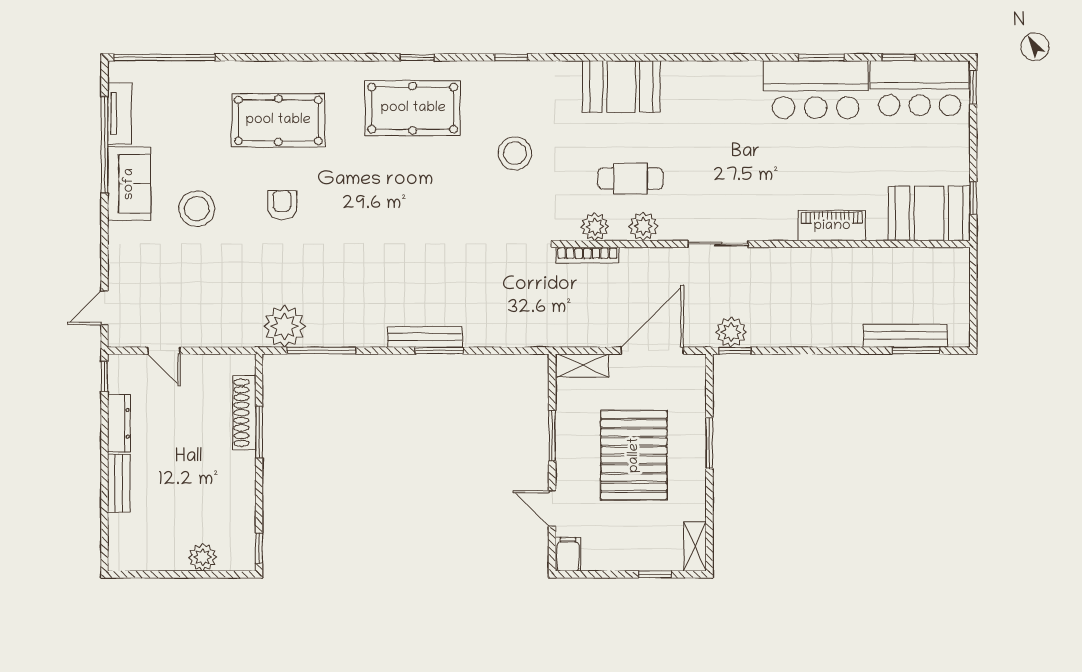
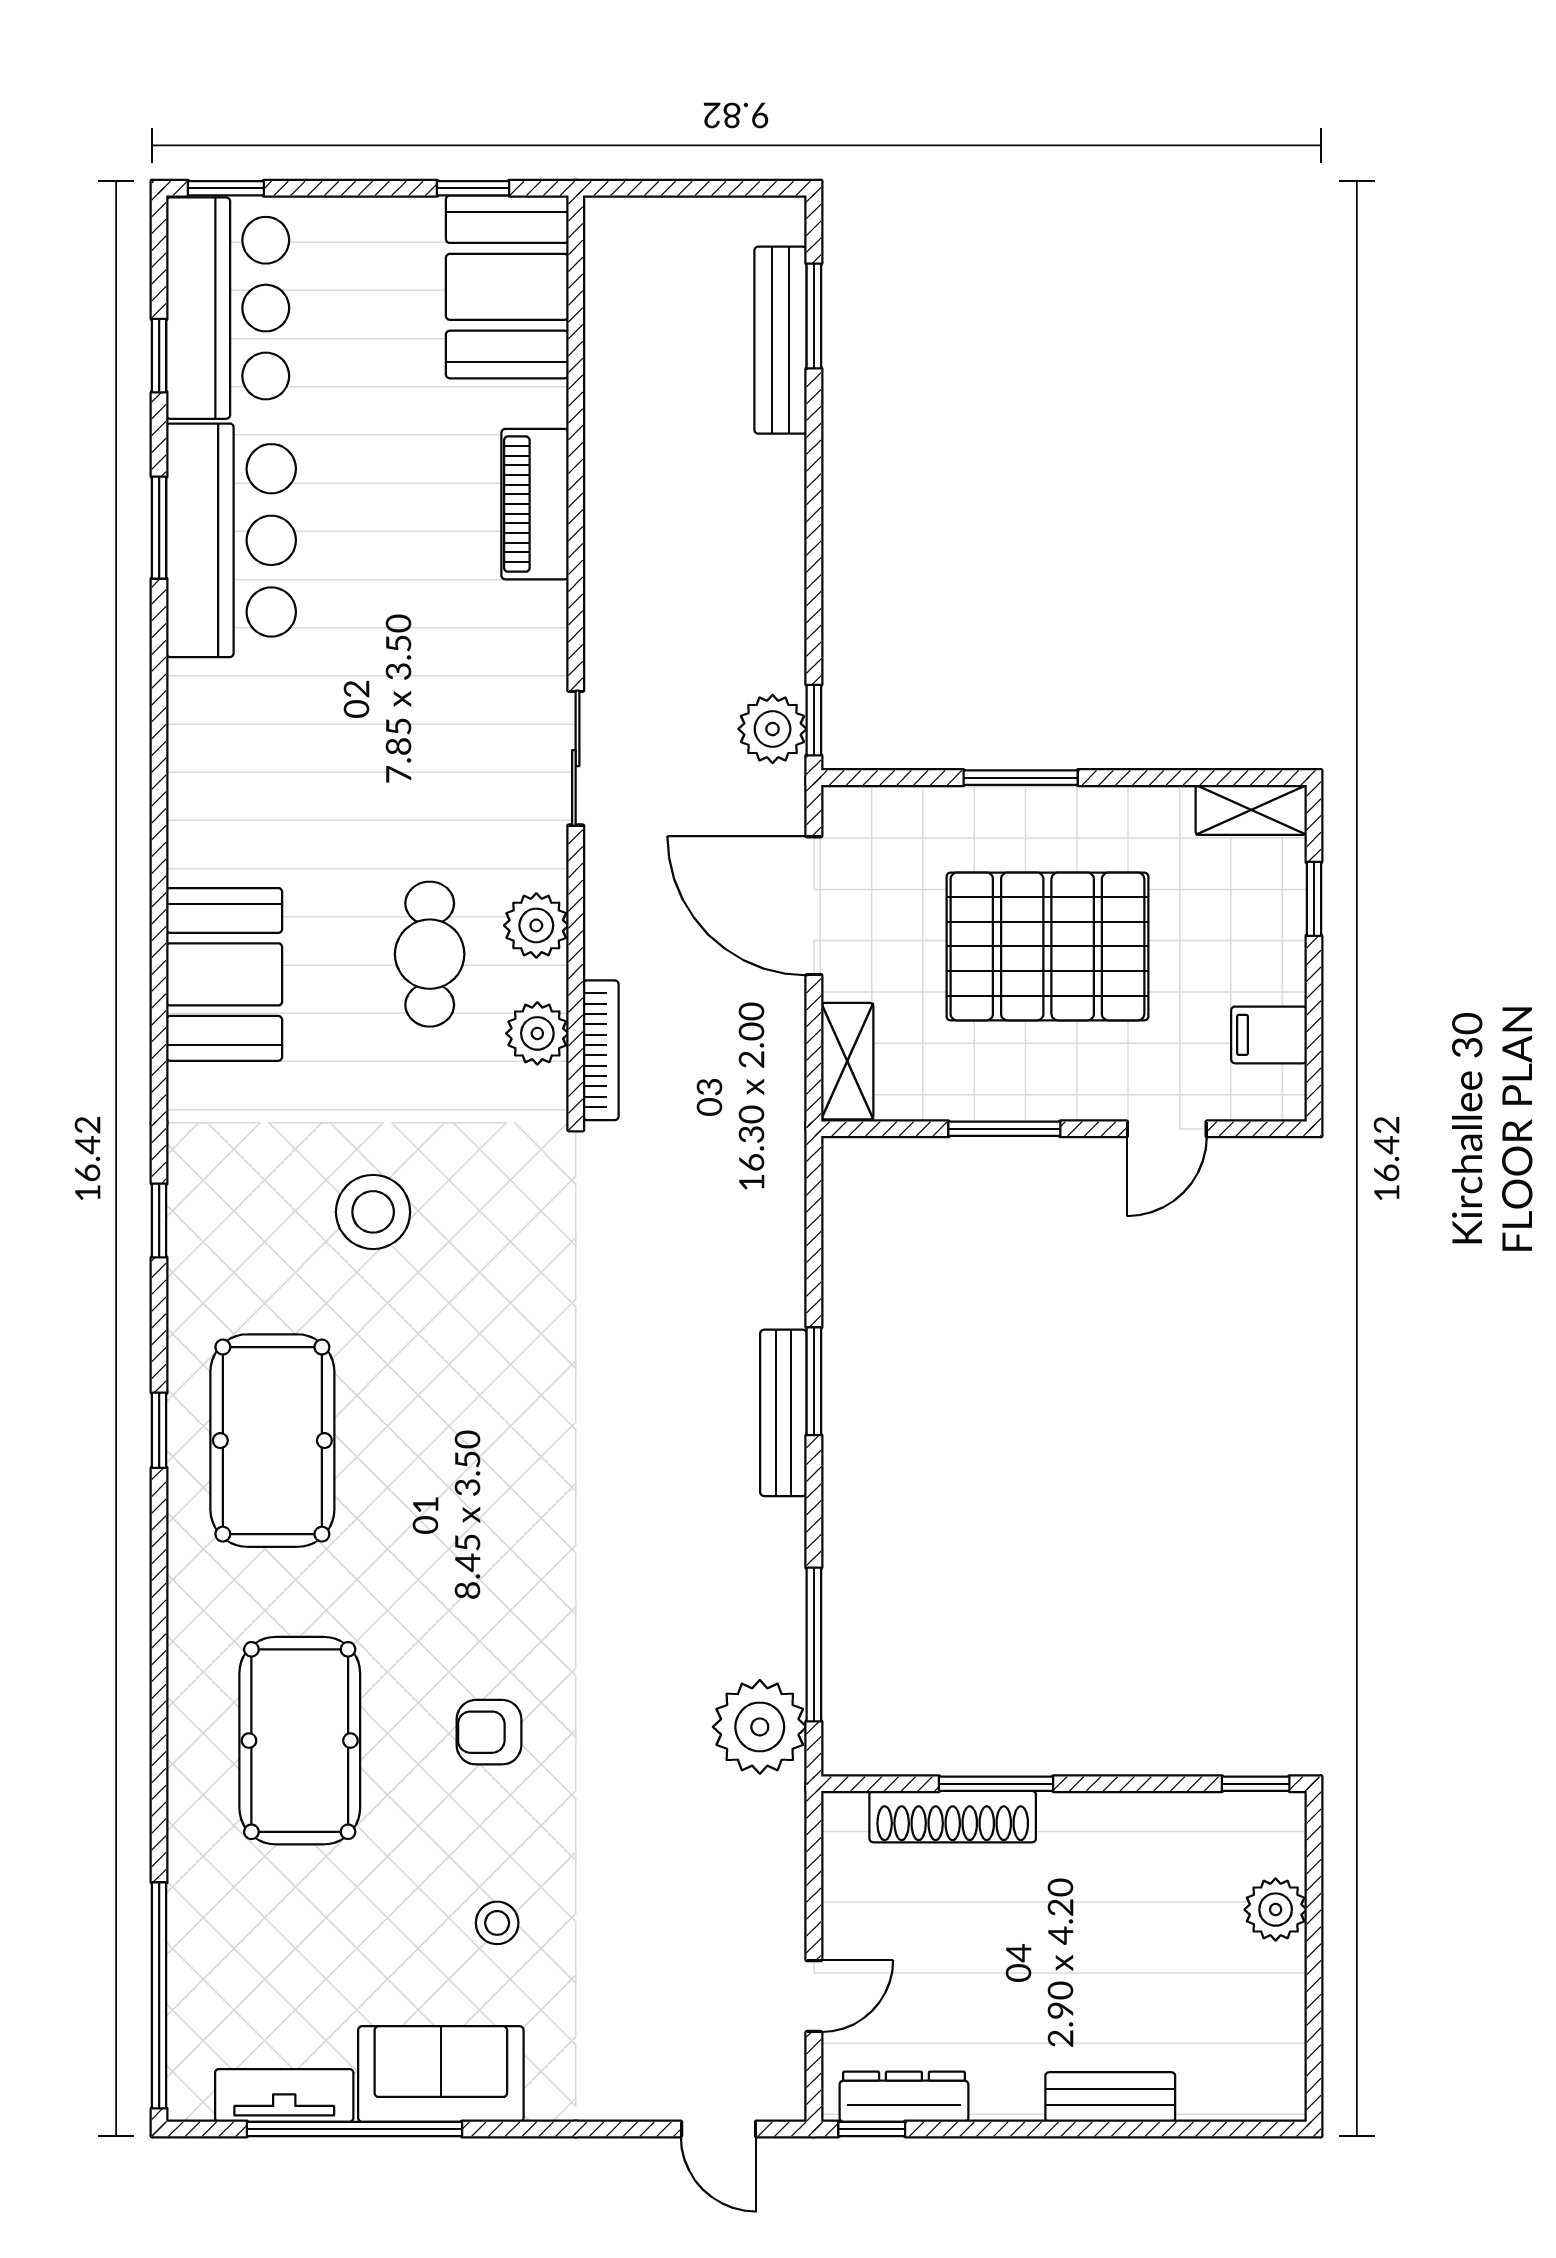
stool: (197, 209) -> (497, 1923), width x0.53, depth x0.53
dresser: (119, 423) -> (904, 2097), moved
filing cabinet: (568, 554) -> (1269, 1035), moved

